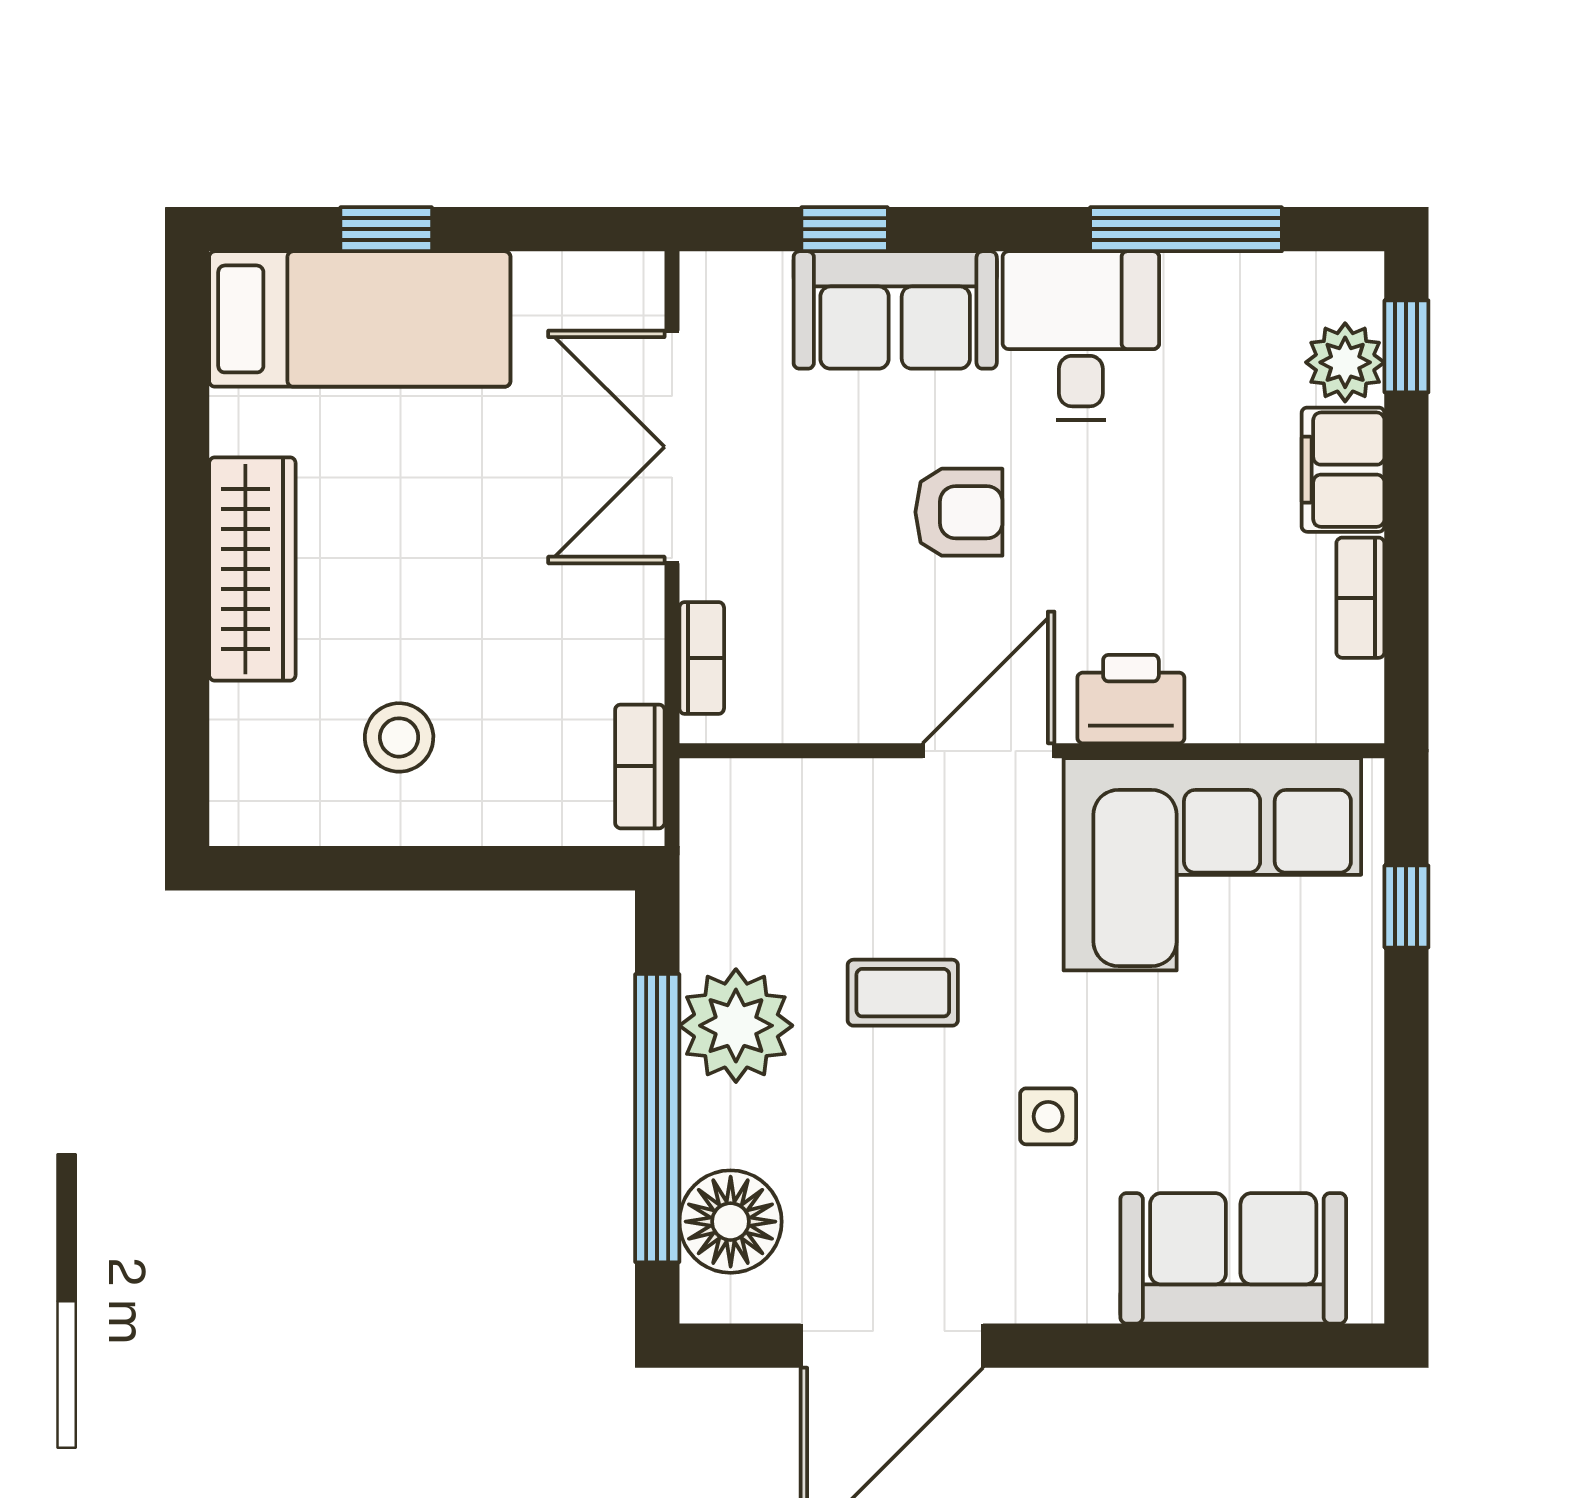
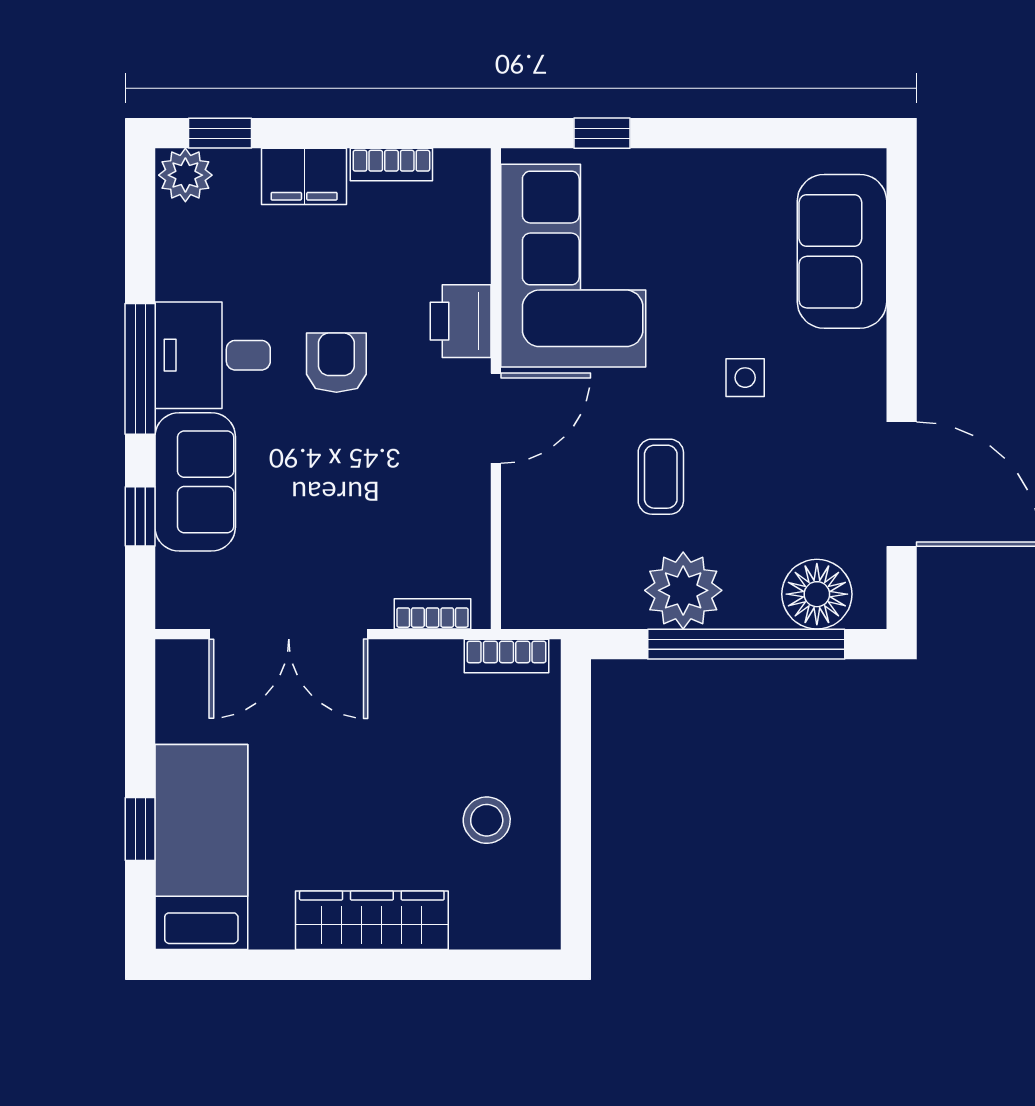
window: (1186, 229) -> (140, 369), moved
plant: (1345, 362) -> (185, 175), moved
armchair: (959, 512) -> (336, 363), moved
door: (989, 751) -> (496, 418), swing flipped

